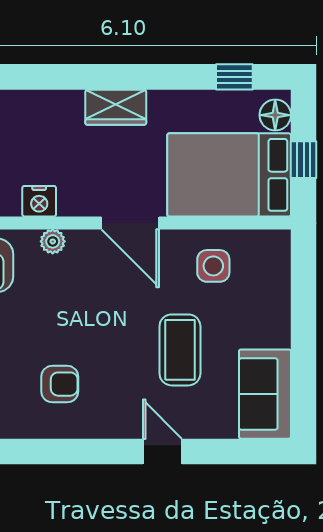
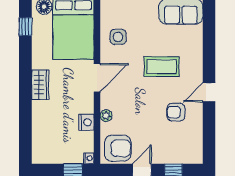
coffee table: (180, 350) -> (162, 67), moved
armchair: (60, 384) -> (176, 112), turned -90
door: (162, 452) -> (209, 92), moved

